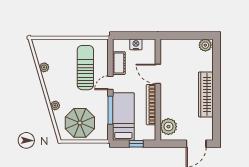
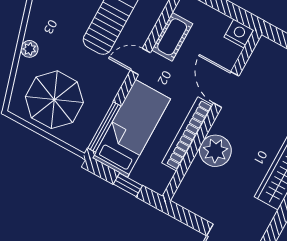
nightstand: (136, 44) -> (239, 33), moved
window: (110, 110) -> (104, 127), moved
plant: (168, 127) -> (215, 151), moved

